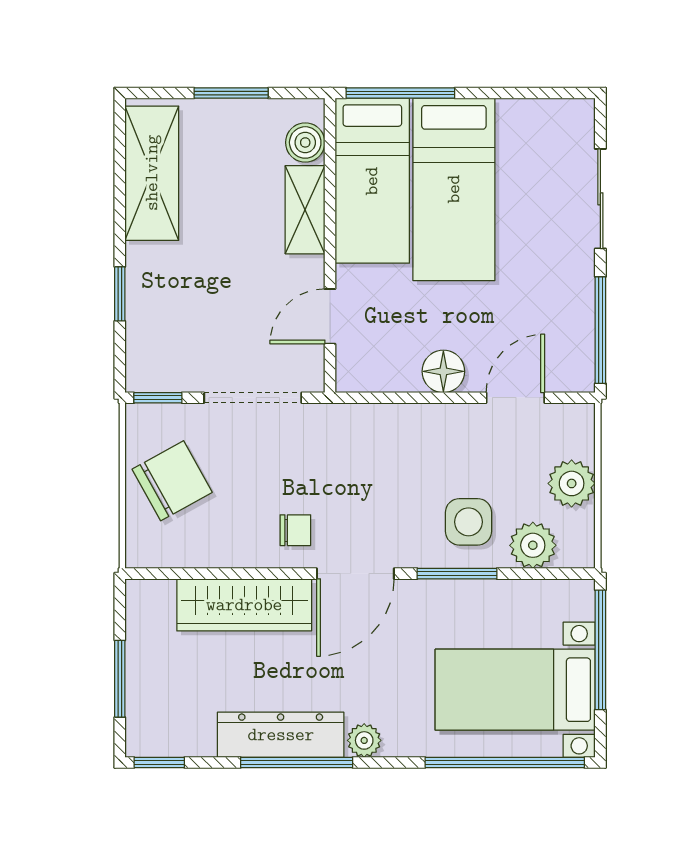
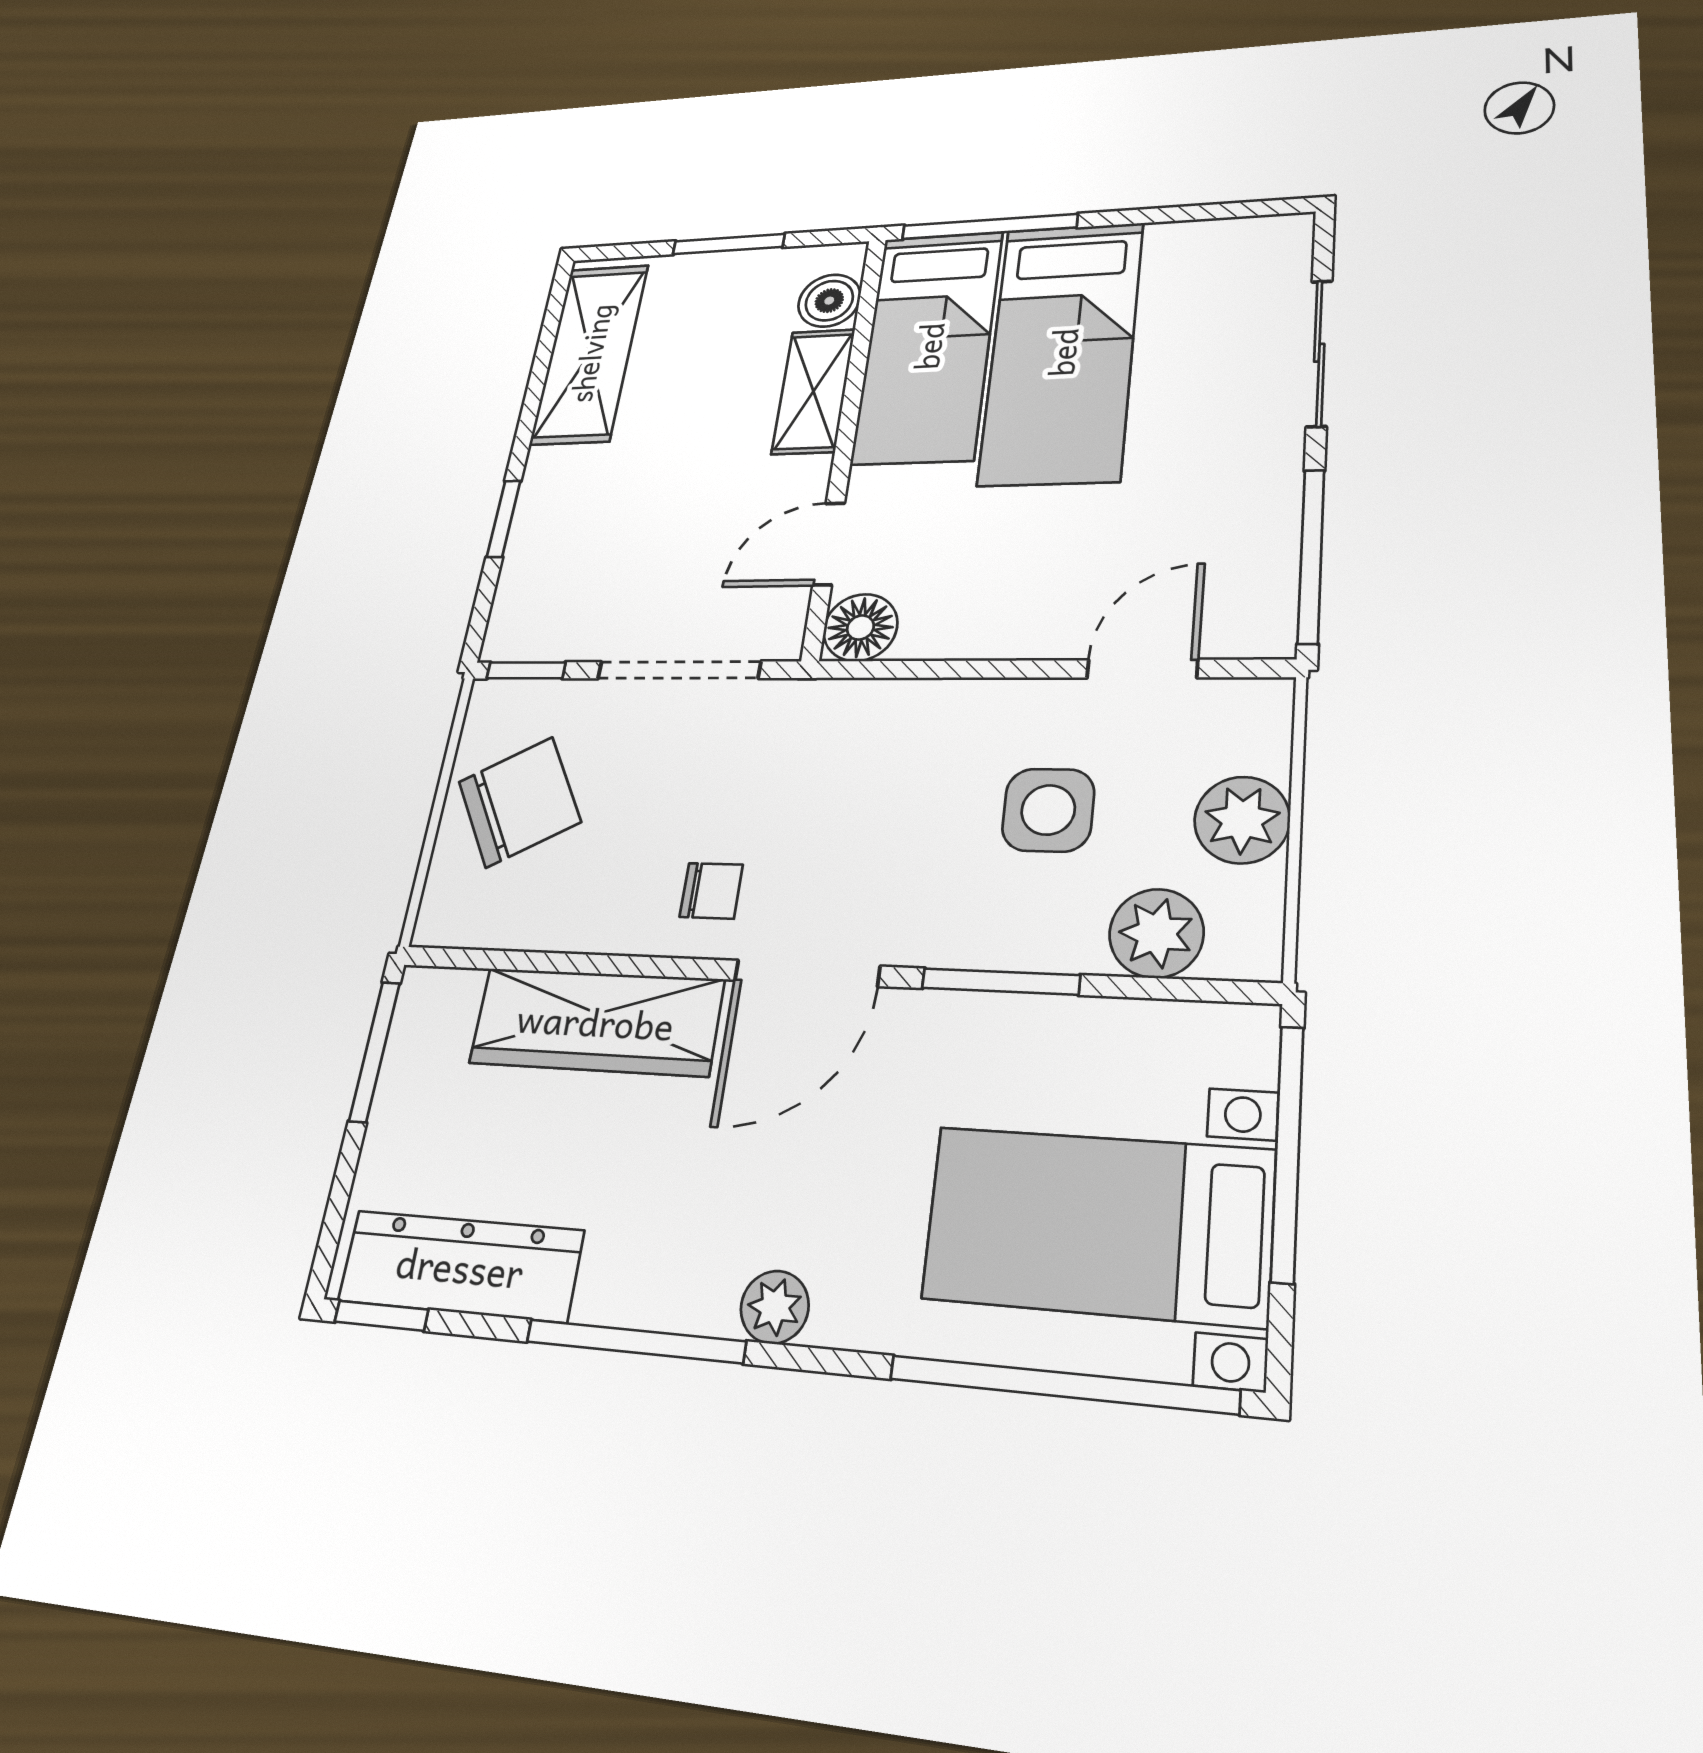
floor lamp: (443, 371) -> (860, 628), moved
side table: (468, 522) -> (1048, 810), moved
window: (120, 679) -> (375, 1051), moved
dresser: (281, 735) -> (460, 1266), moved

